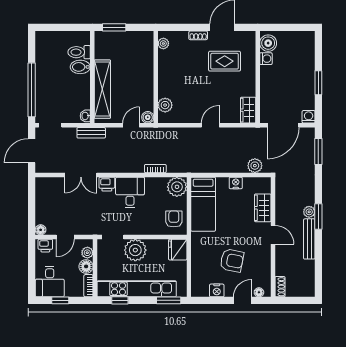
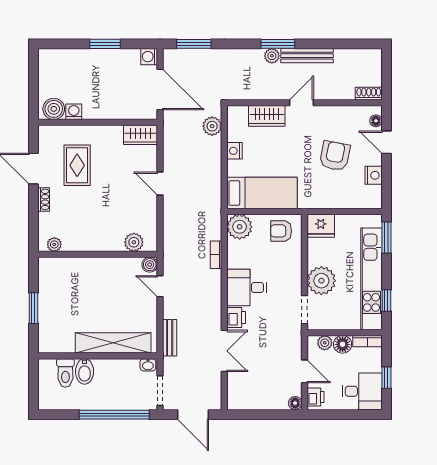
toilet: (79, 52) -> (65, 373), moved
bidet: (80, 67) -> (85, 371), moved
wall: (92, 77) -> (98, 356), moved
shelving: (102, 89) -> (113, 343), moved
washbasin: (85, 116) -> (148, 365), moved

